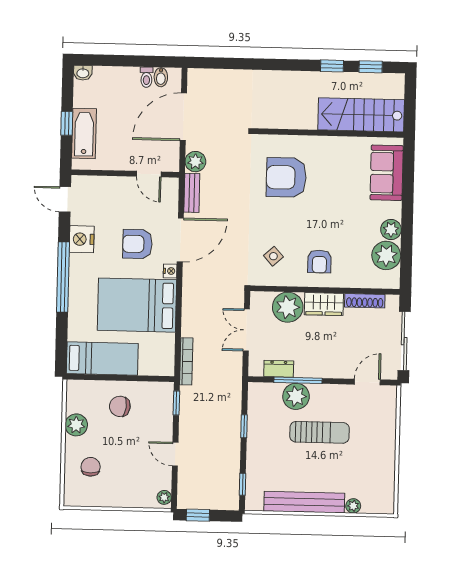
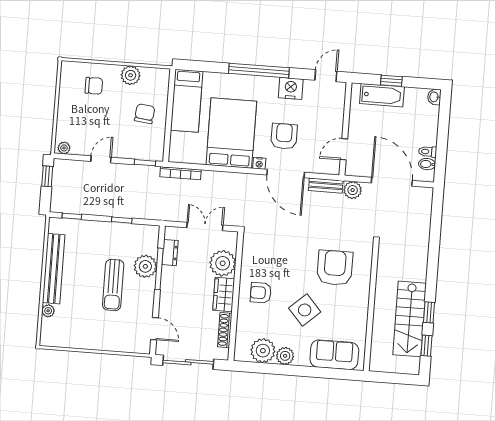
stairs: (361, 115) -> (410, 319), moved, turned 180
side table: (273, 256) -> (305, 310), moved, width x1.87, depth x1.87

